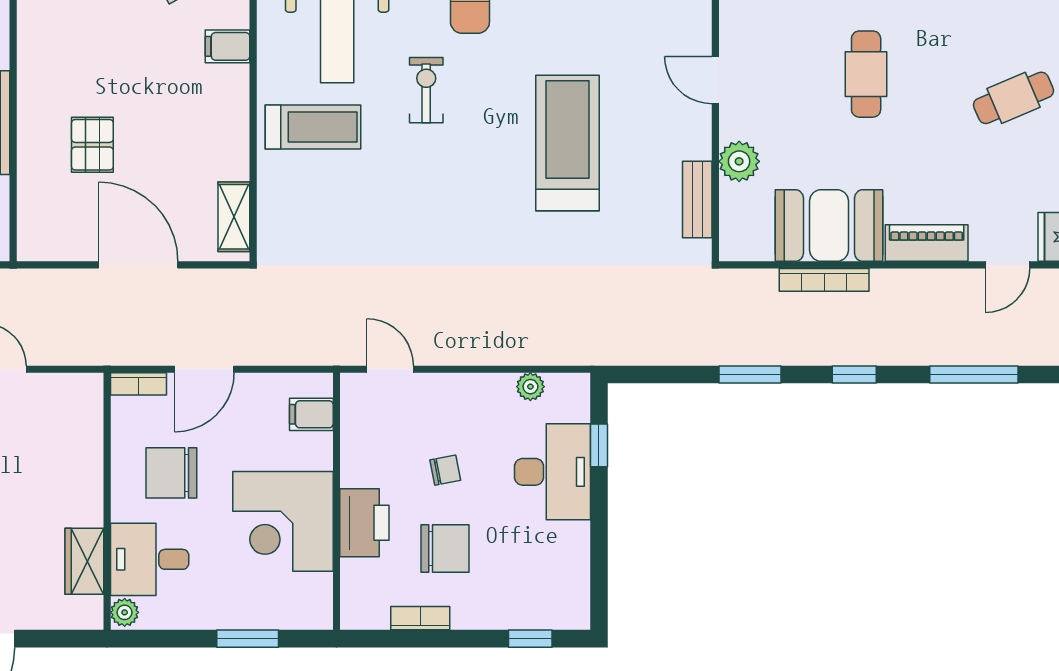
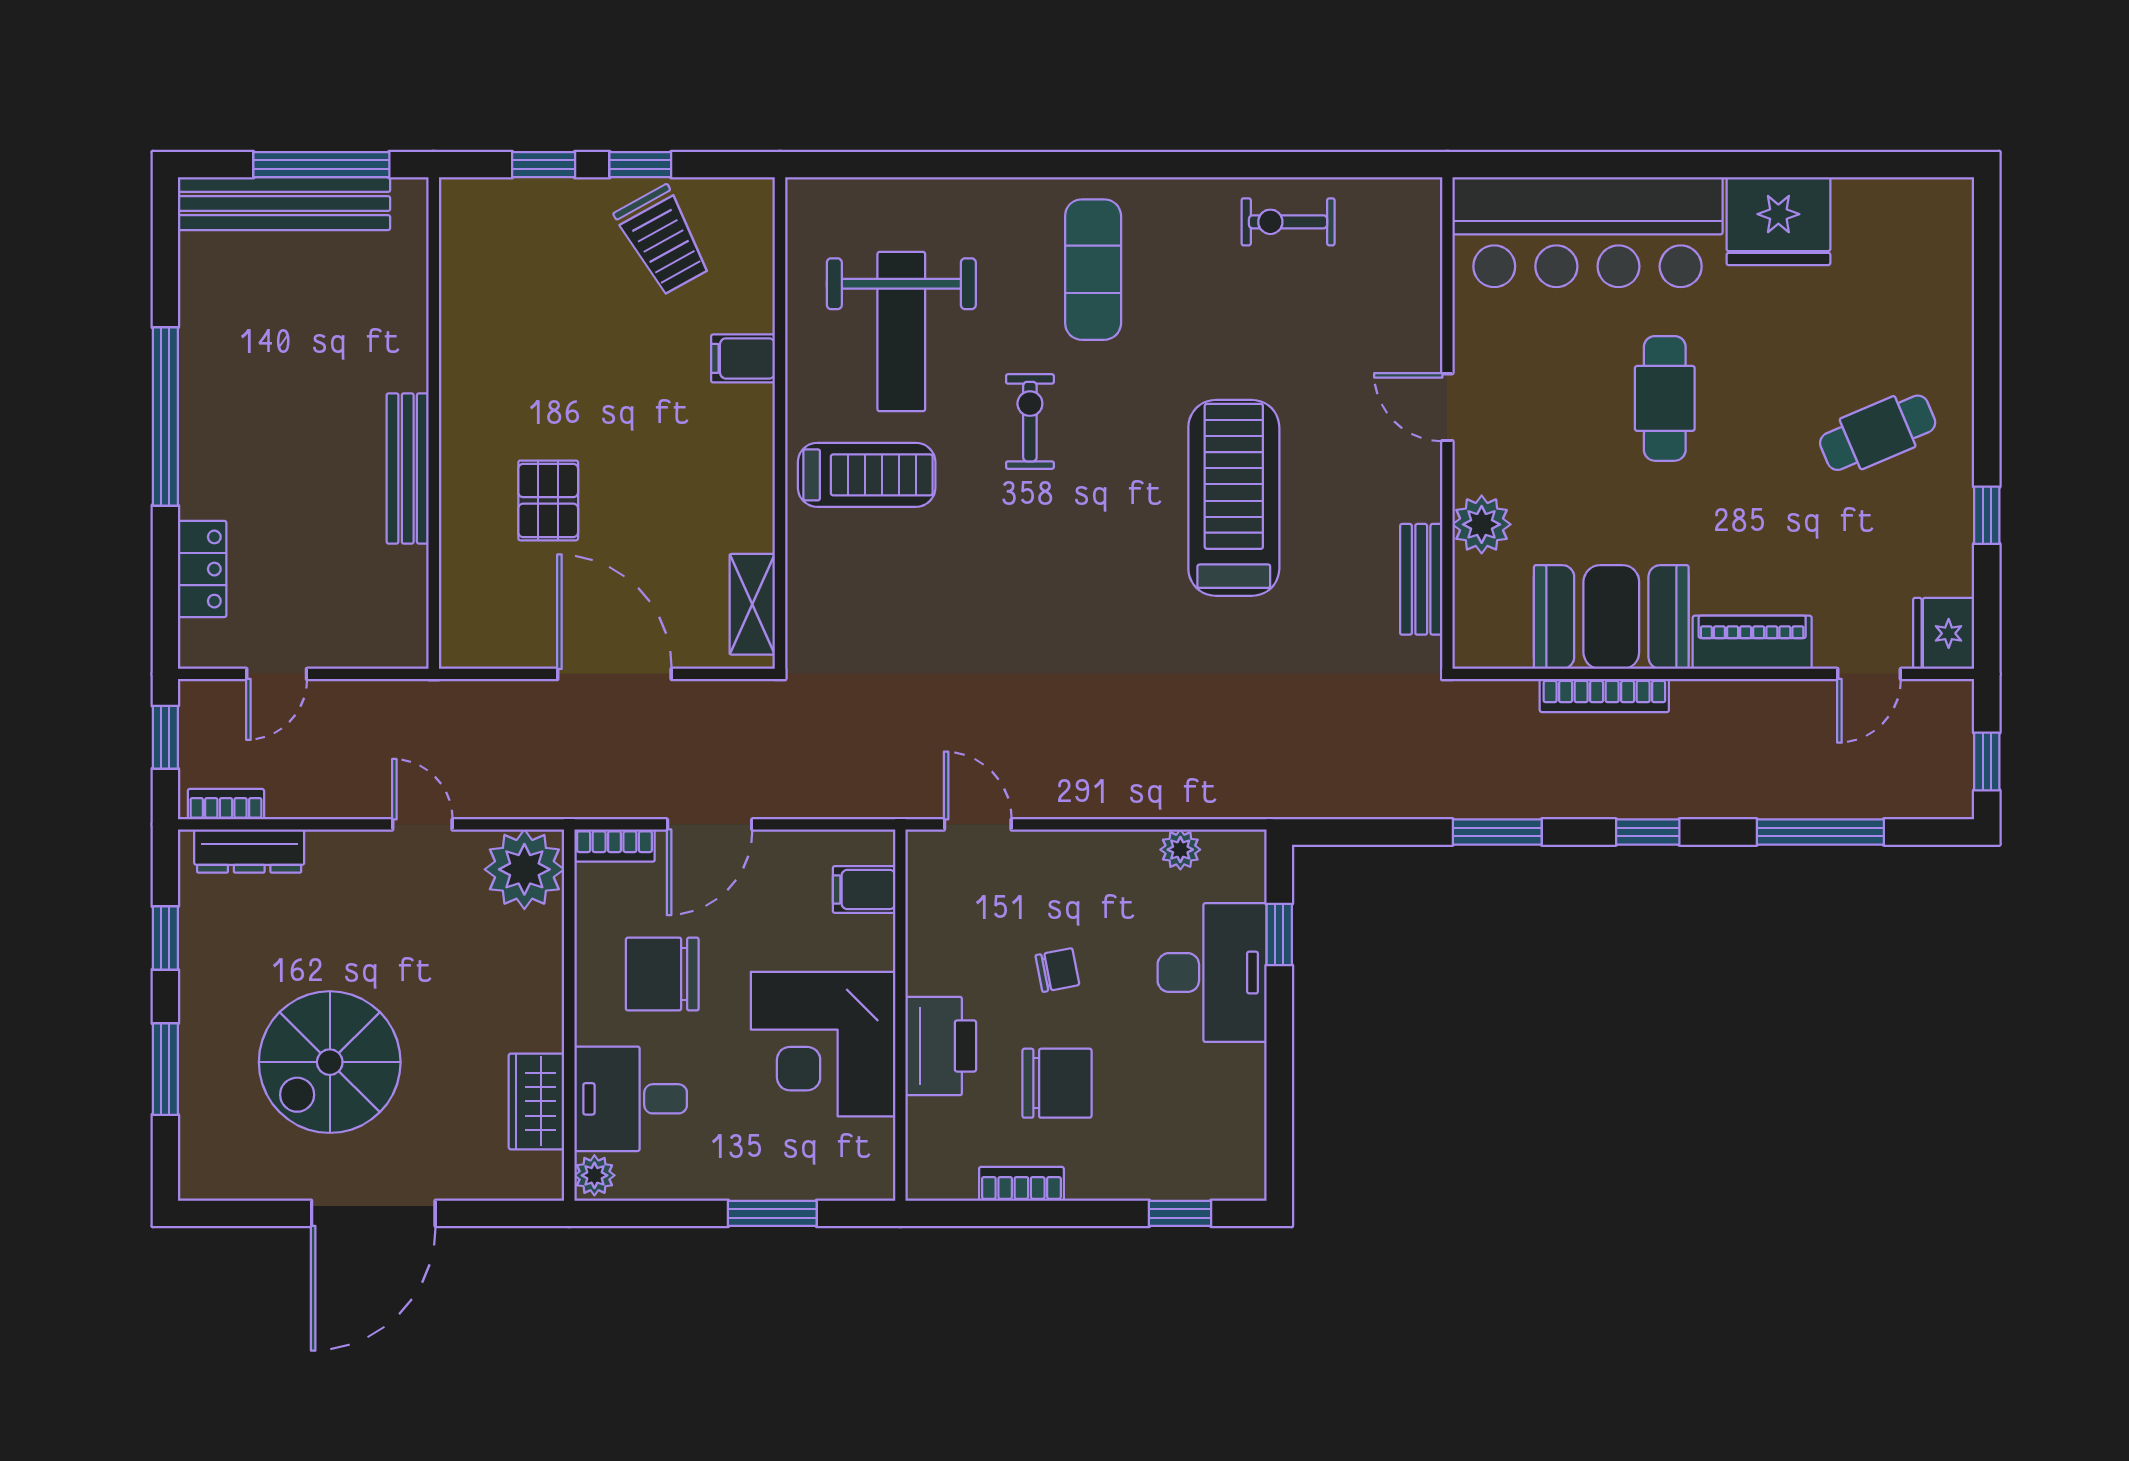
plant: (76, 400) -> (524, 869), added

